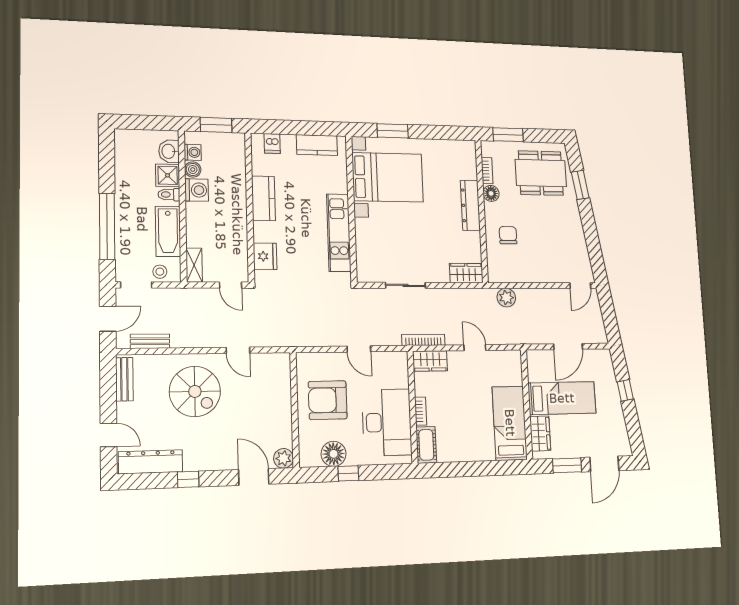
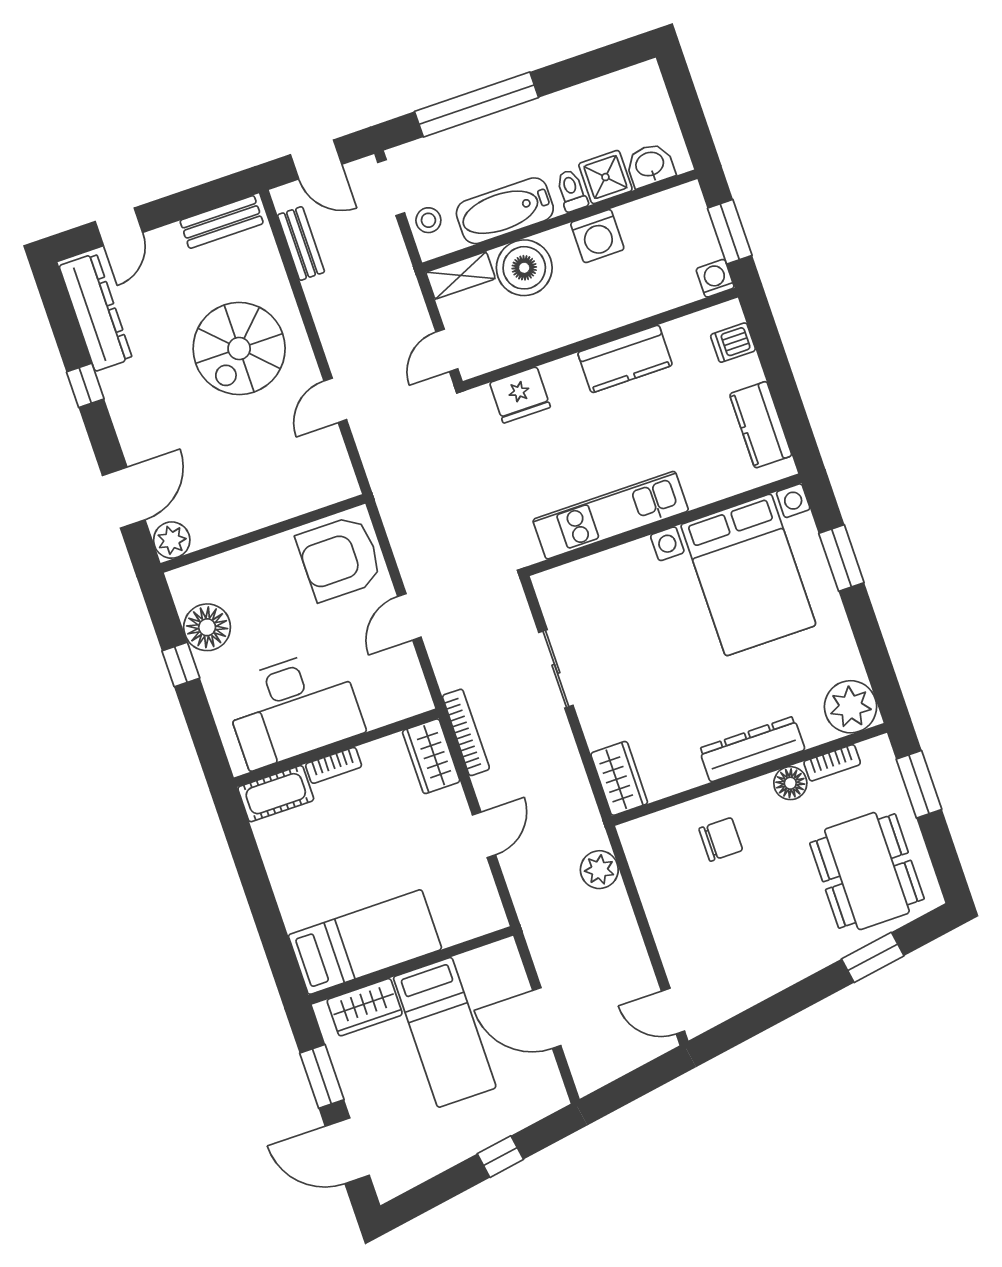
washing machine: (193, 152) -> (715, 278), moved, turned 180
plant: (464, 153) -> (851, 707), added
boiler: (193, 169) -> (524, 268), moved, width x1.86, depth x1.86
armchair: (328, 400) -> (340, 558), moved, turned -90

